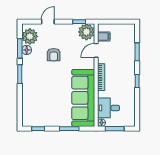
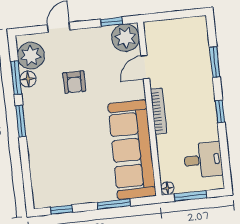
filing cabinet: (104, 36) -> (156, 42), removed
desk: (109, 108) -> (203, 160), moved, turned 180

